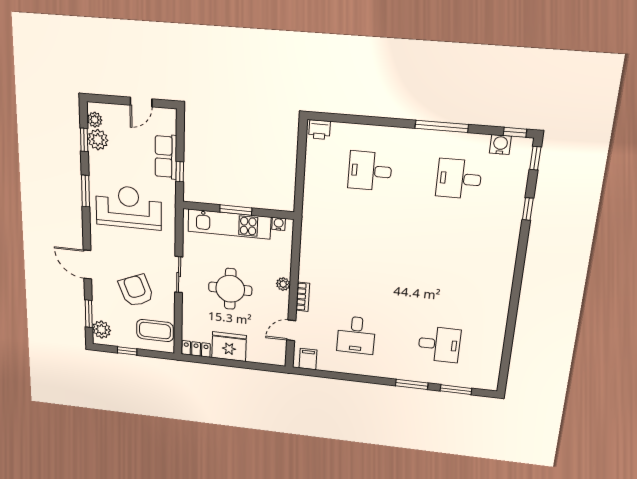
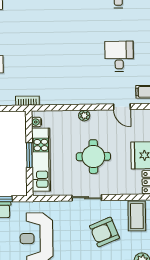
bookcase: (303, 297) -> (27, 101), moved
desk: (356, 335) -> (119, 56), turned -90

